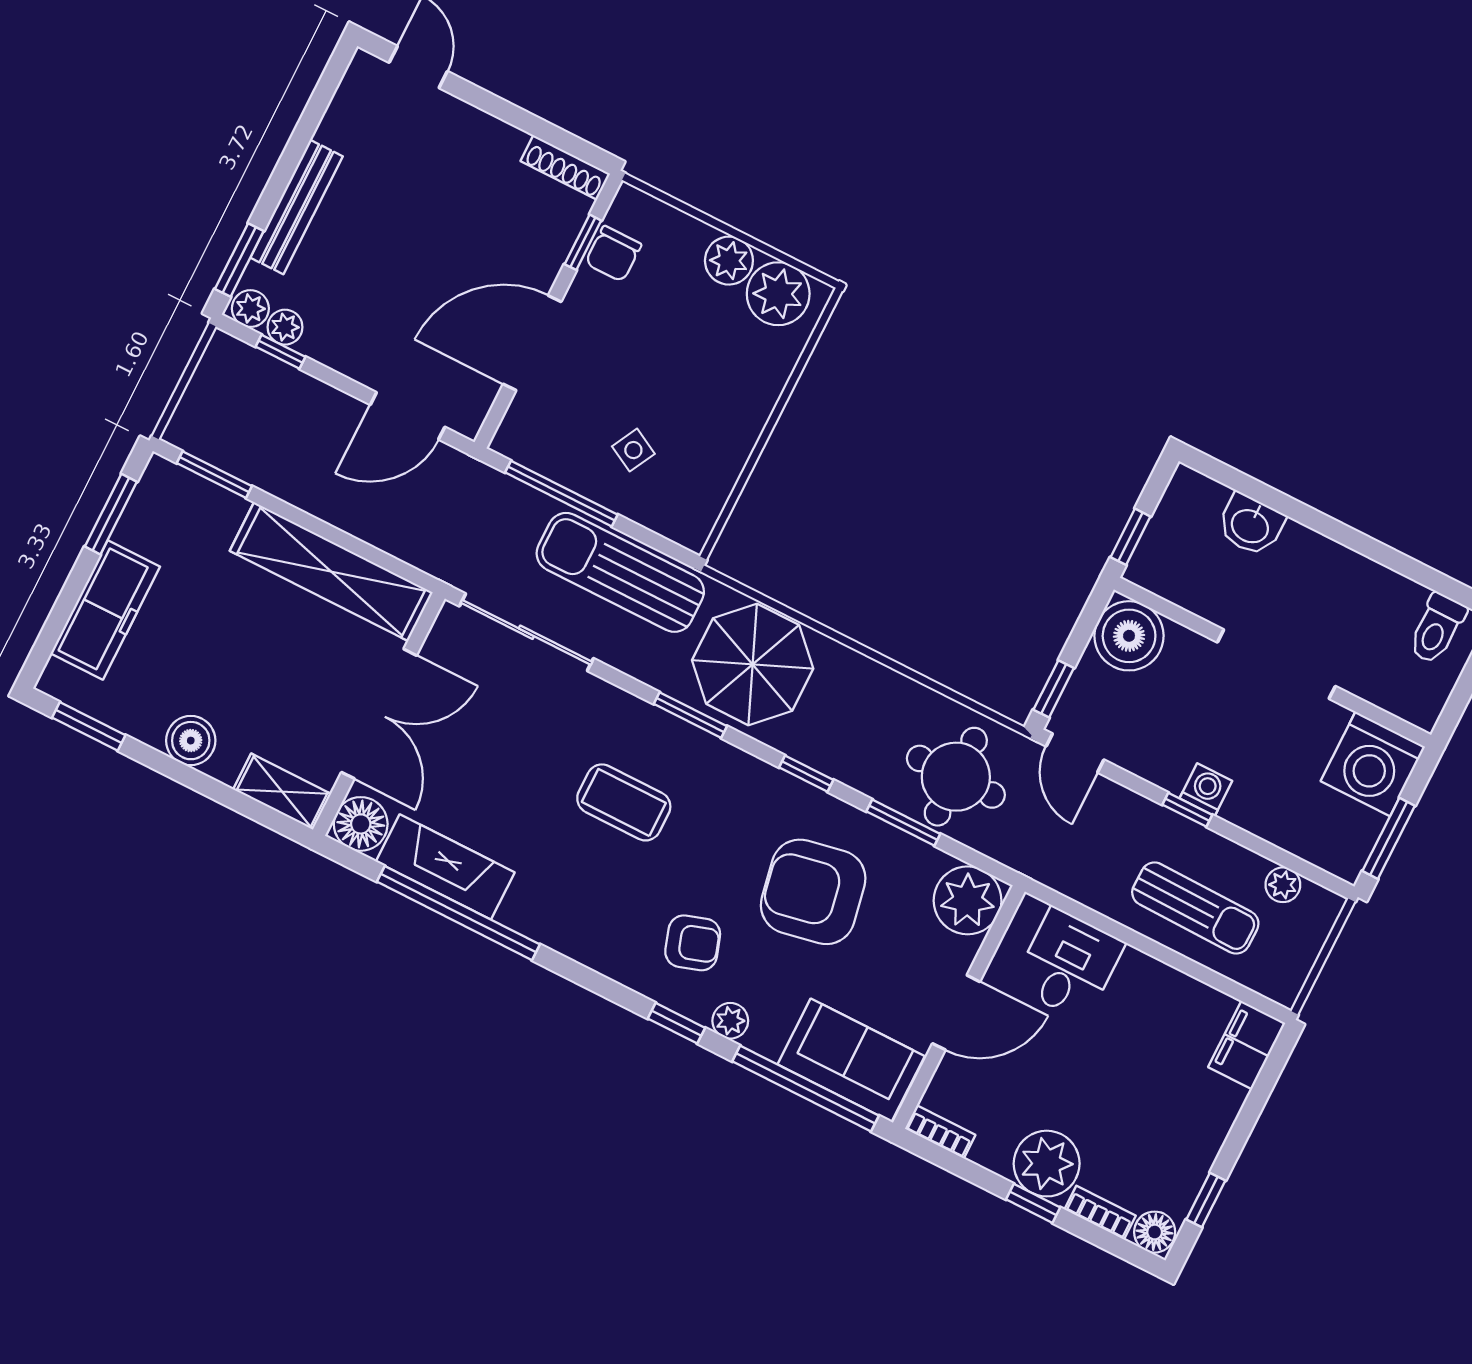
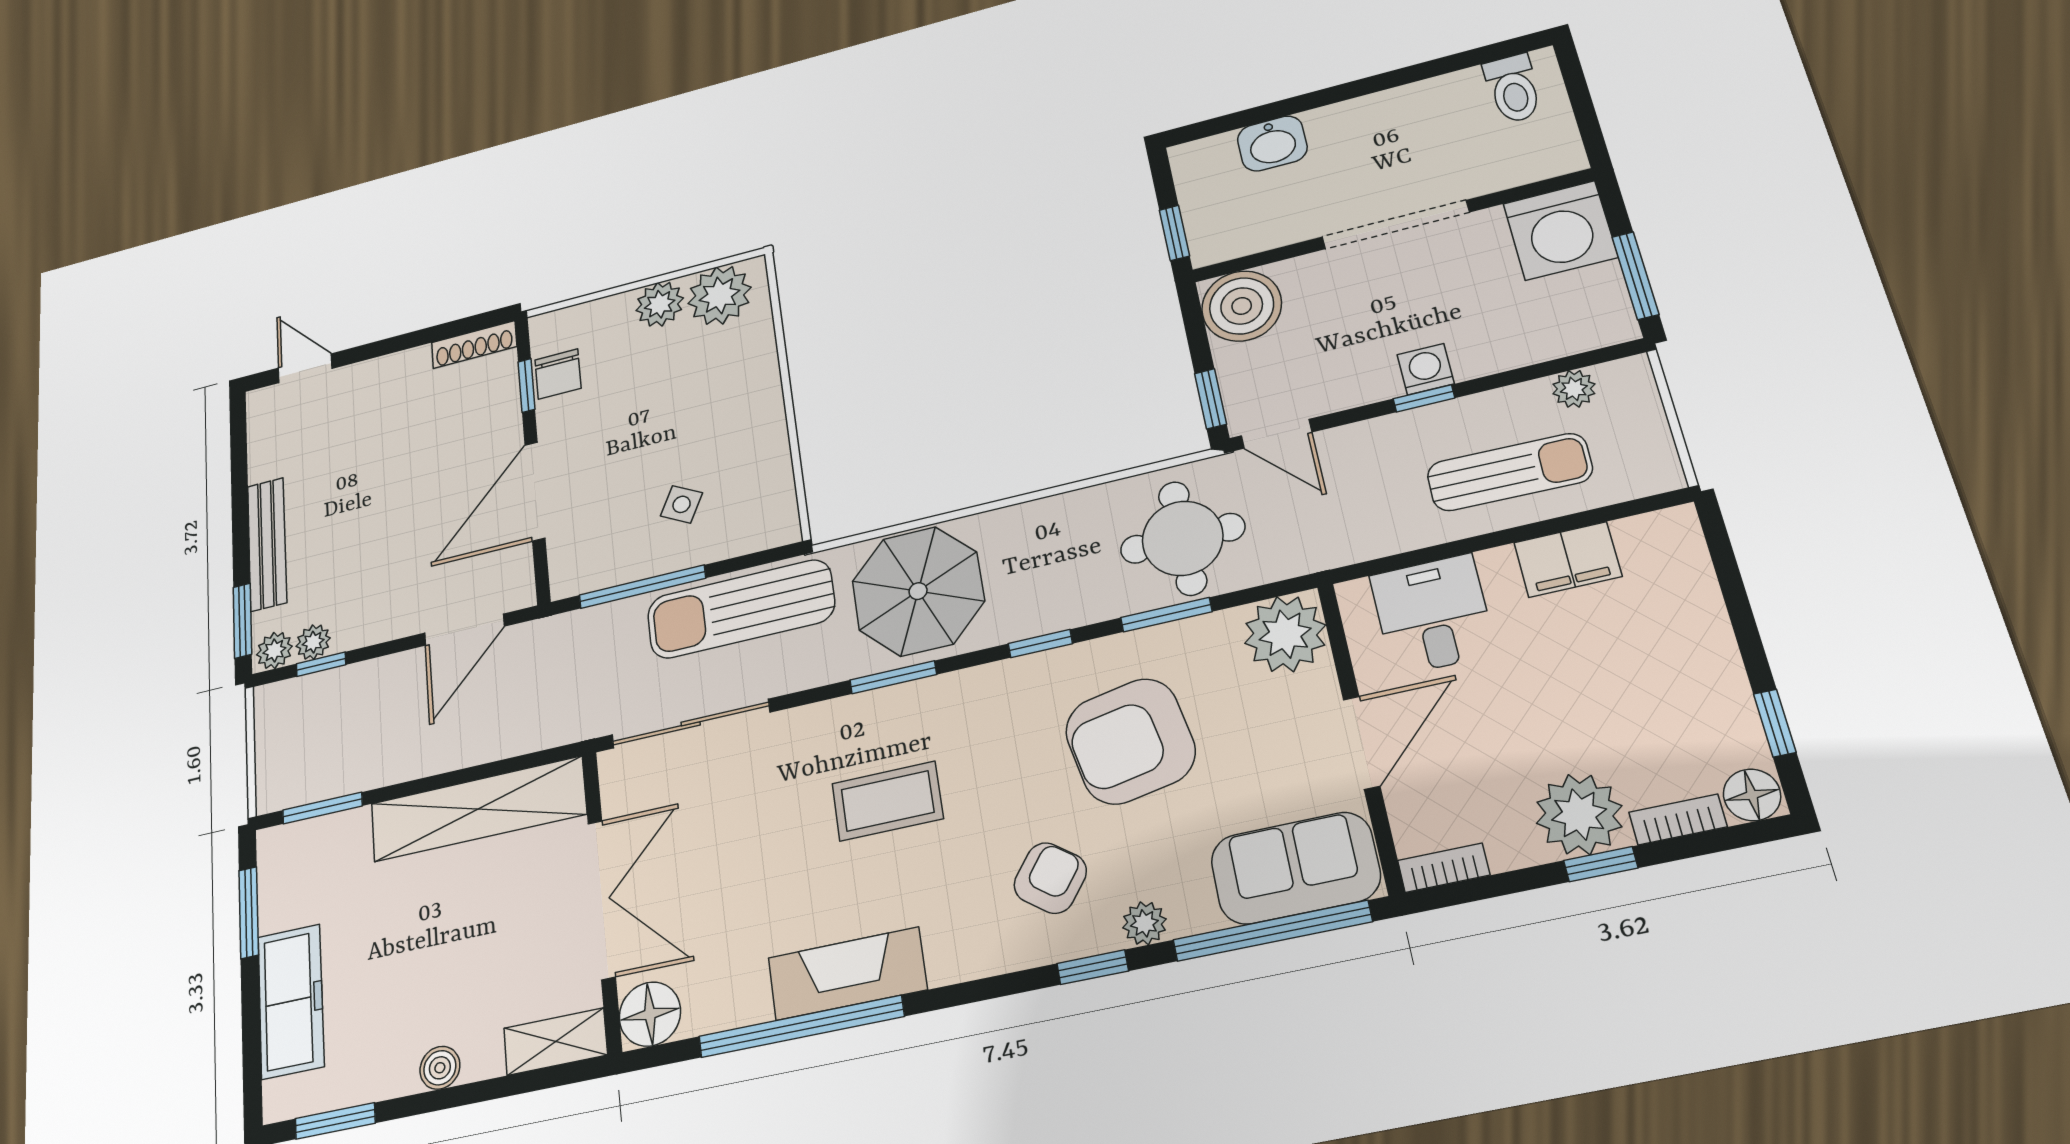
boiler: (191, 741) -> (440, 1068), width x0.73, depth x0.73
fireplace: (445, 867) -> (847, 974), moved
armchair: (693, 943) -> (1050, 878), turned -35
filing cabinet: (1247, 1045) -> (1568, 560), moved, turned -90

